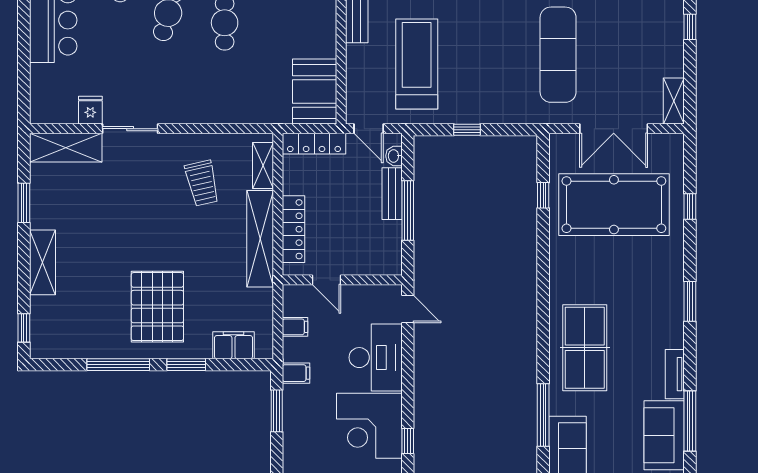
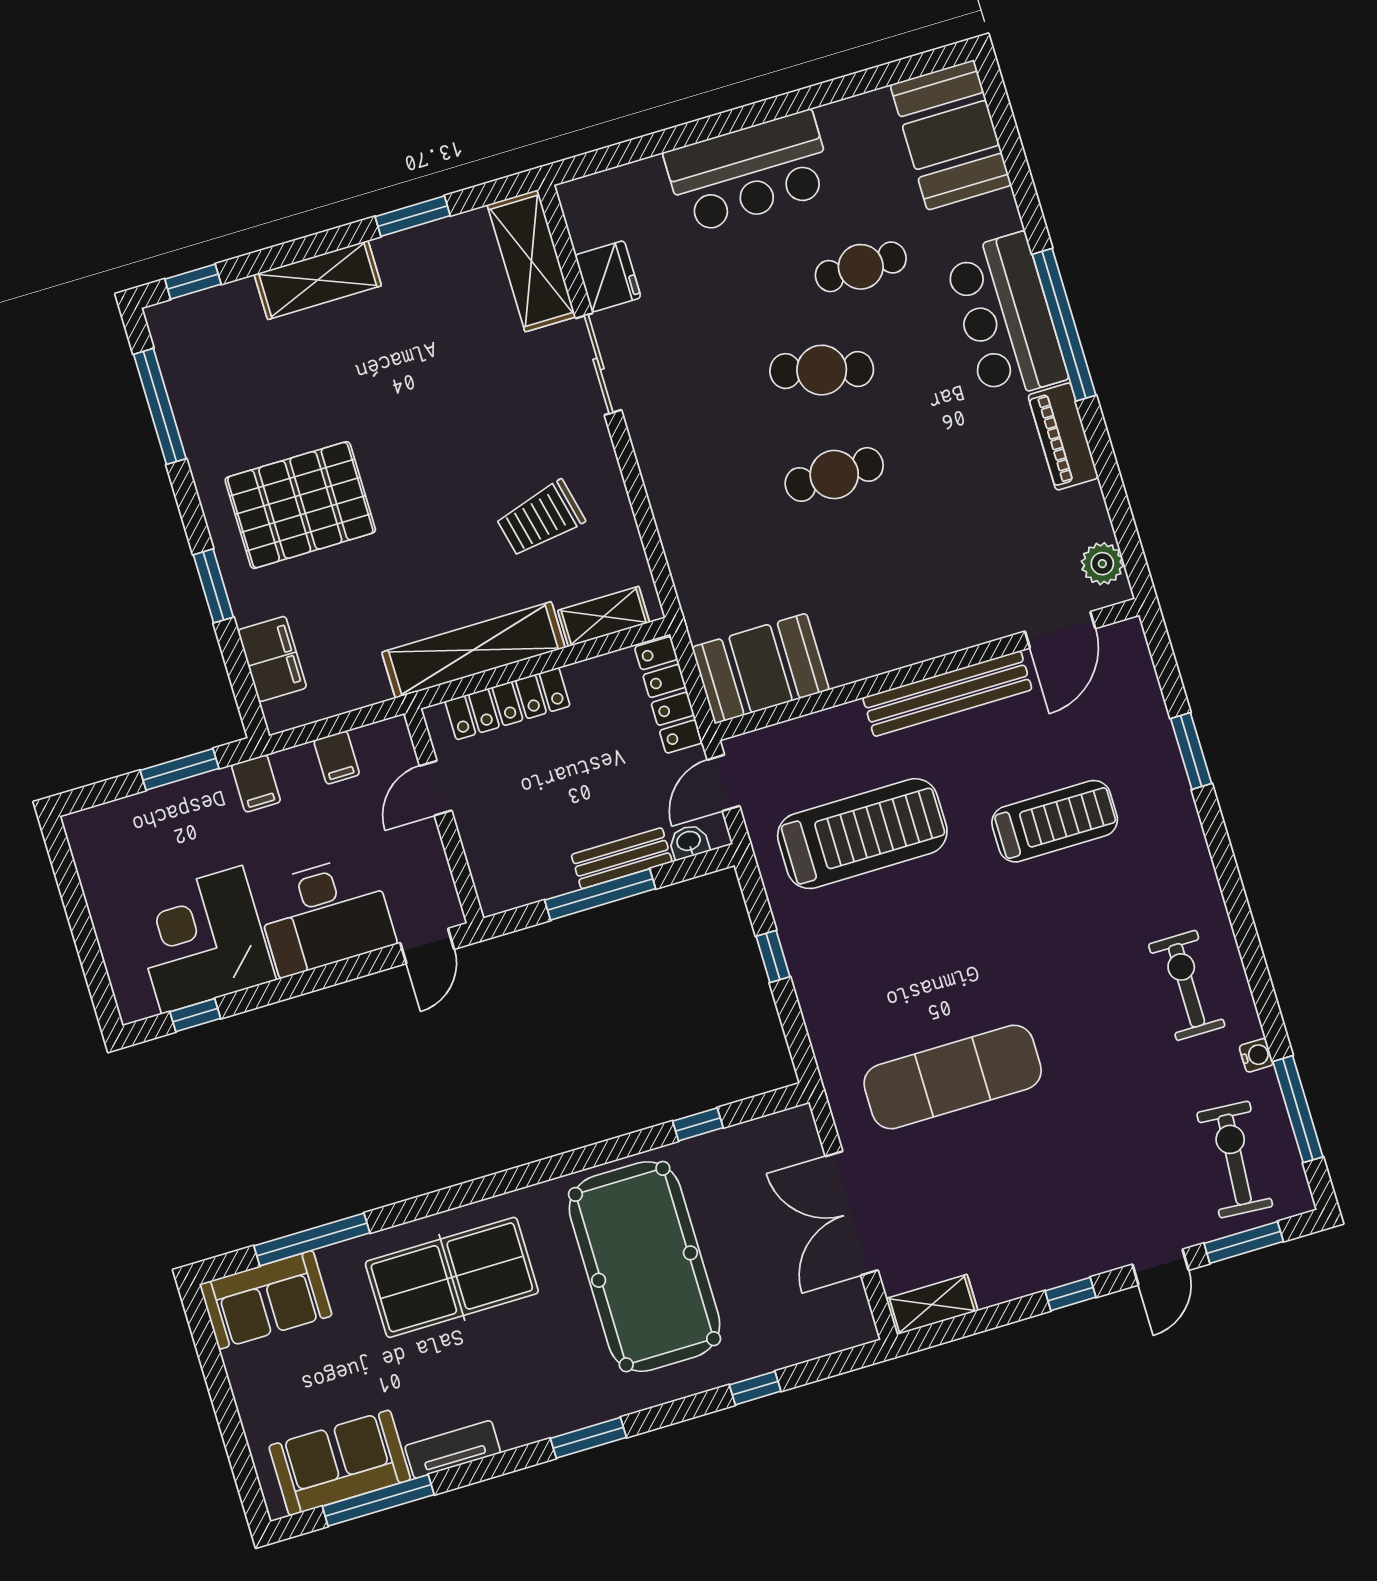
fridge: (90, 110) -> (608, 276), width x1.38
pool table: (614, 205) -> (645, 1267), moved
window: (118, 365) -> (160, 406), moved

